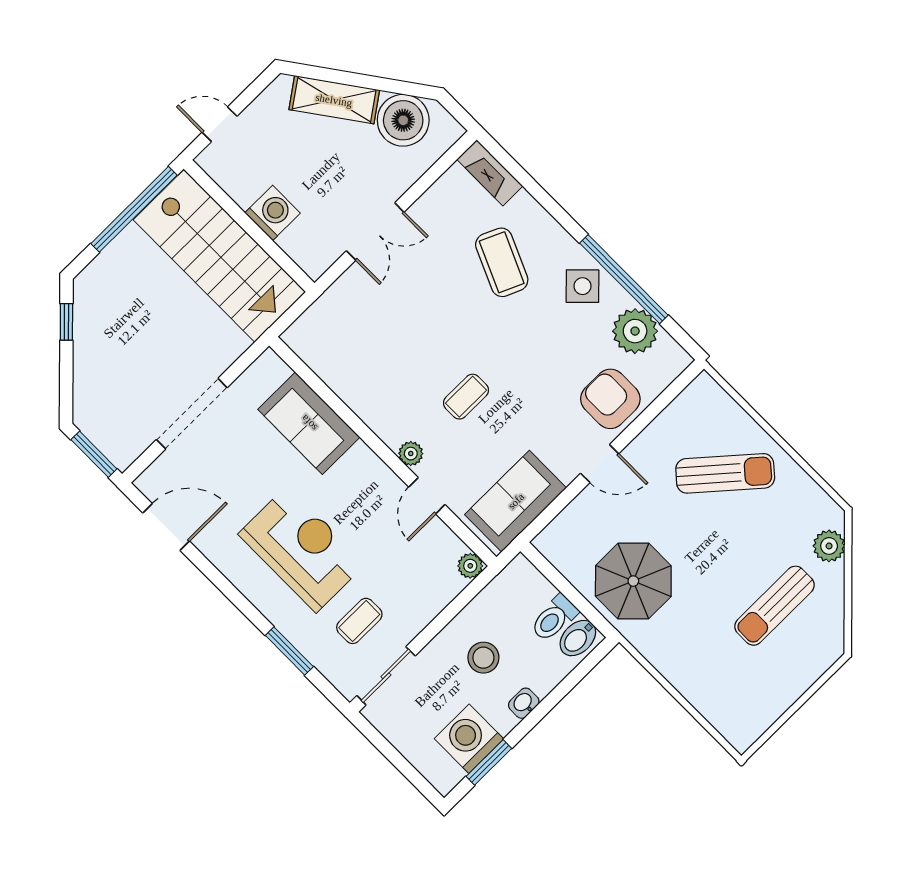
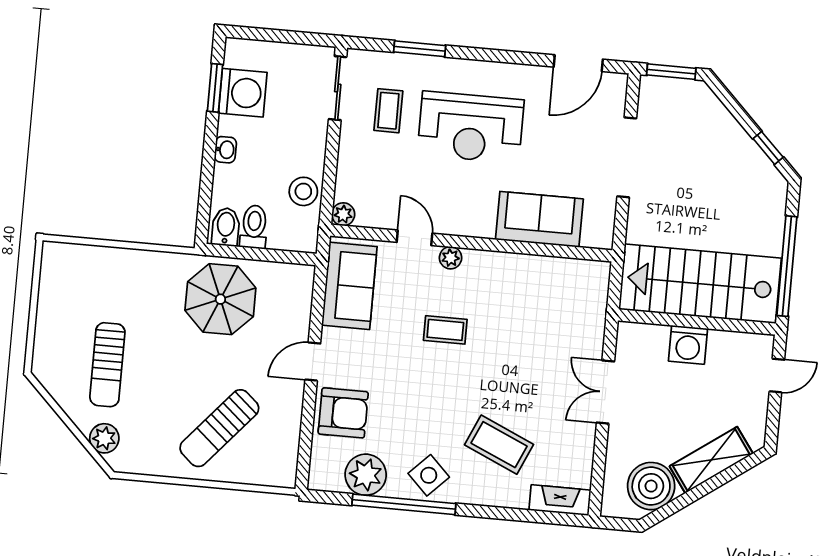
coffee table: (466, 397) -> (445, 330), turned 90
sun lounger: (775, 606) -> (107, 365), turned 180
stool: (483, 658) -> (303, 191), moved

